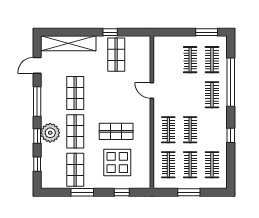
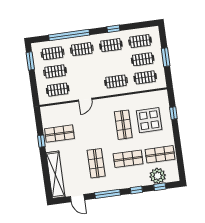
clothes rail: (168, 60) -> (58, 90), added
shop shelf: (75, 93) -> (96, 163), turned 90
clothes rail: (190, 130) -> (111, 45), moved
plant: (50, 133) -> (158, 176), moved
window: (82, 192) -> (178, 146), removed

